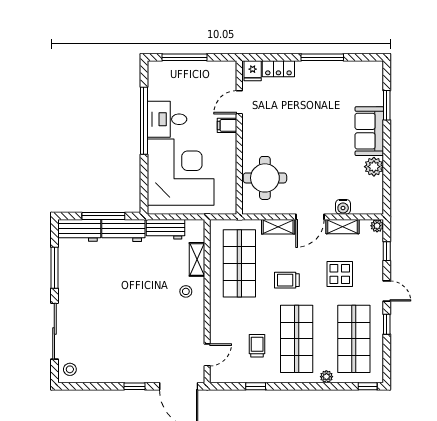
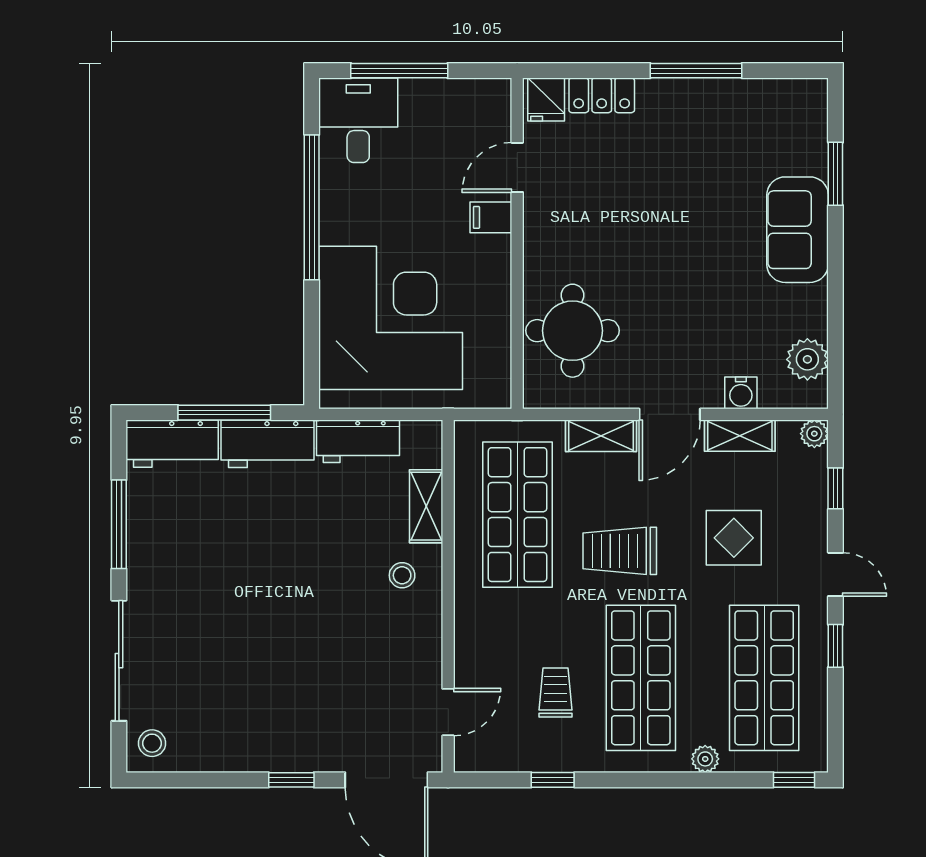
desk: (167, 119) -> (358, 120), moved, turned 90
plant: (374, 167) -> (807, 359), moved
trolley: (287, 280) -> (620, 551), width x1.36, depth x1.39

